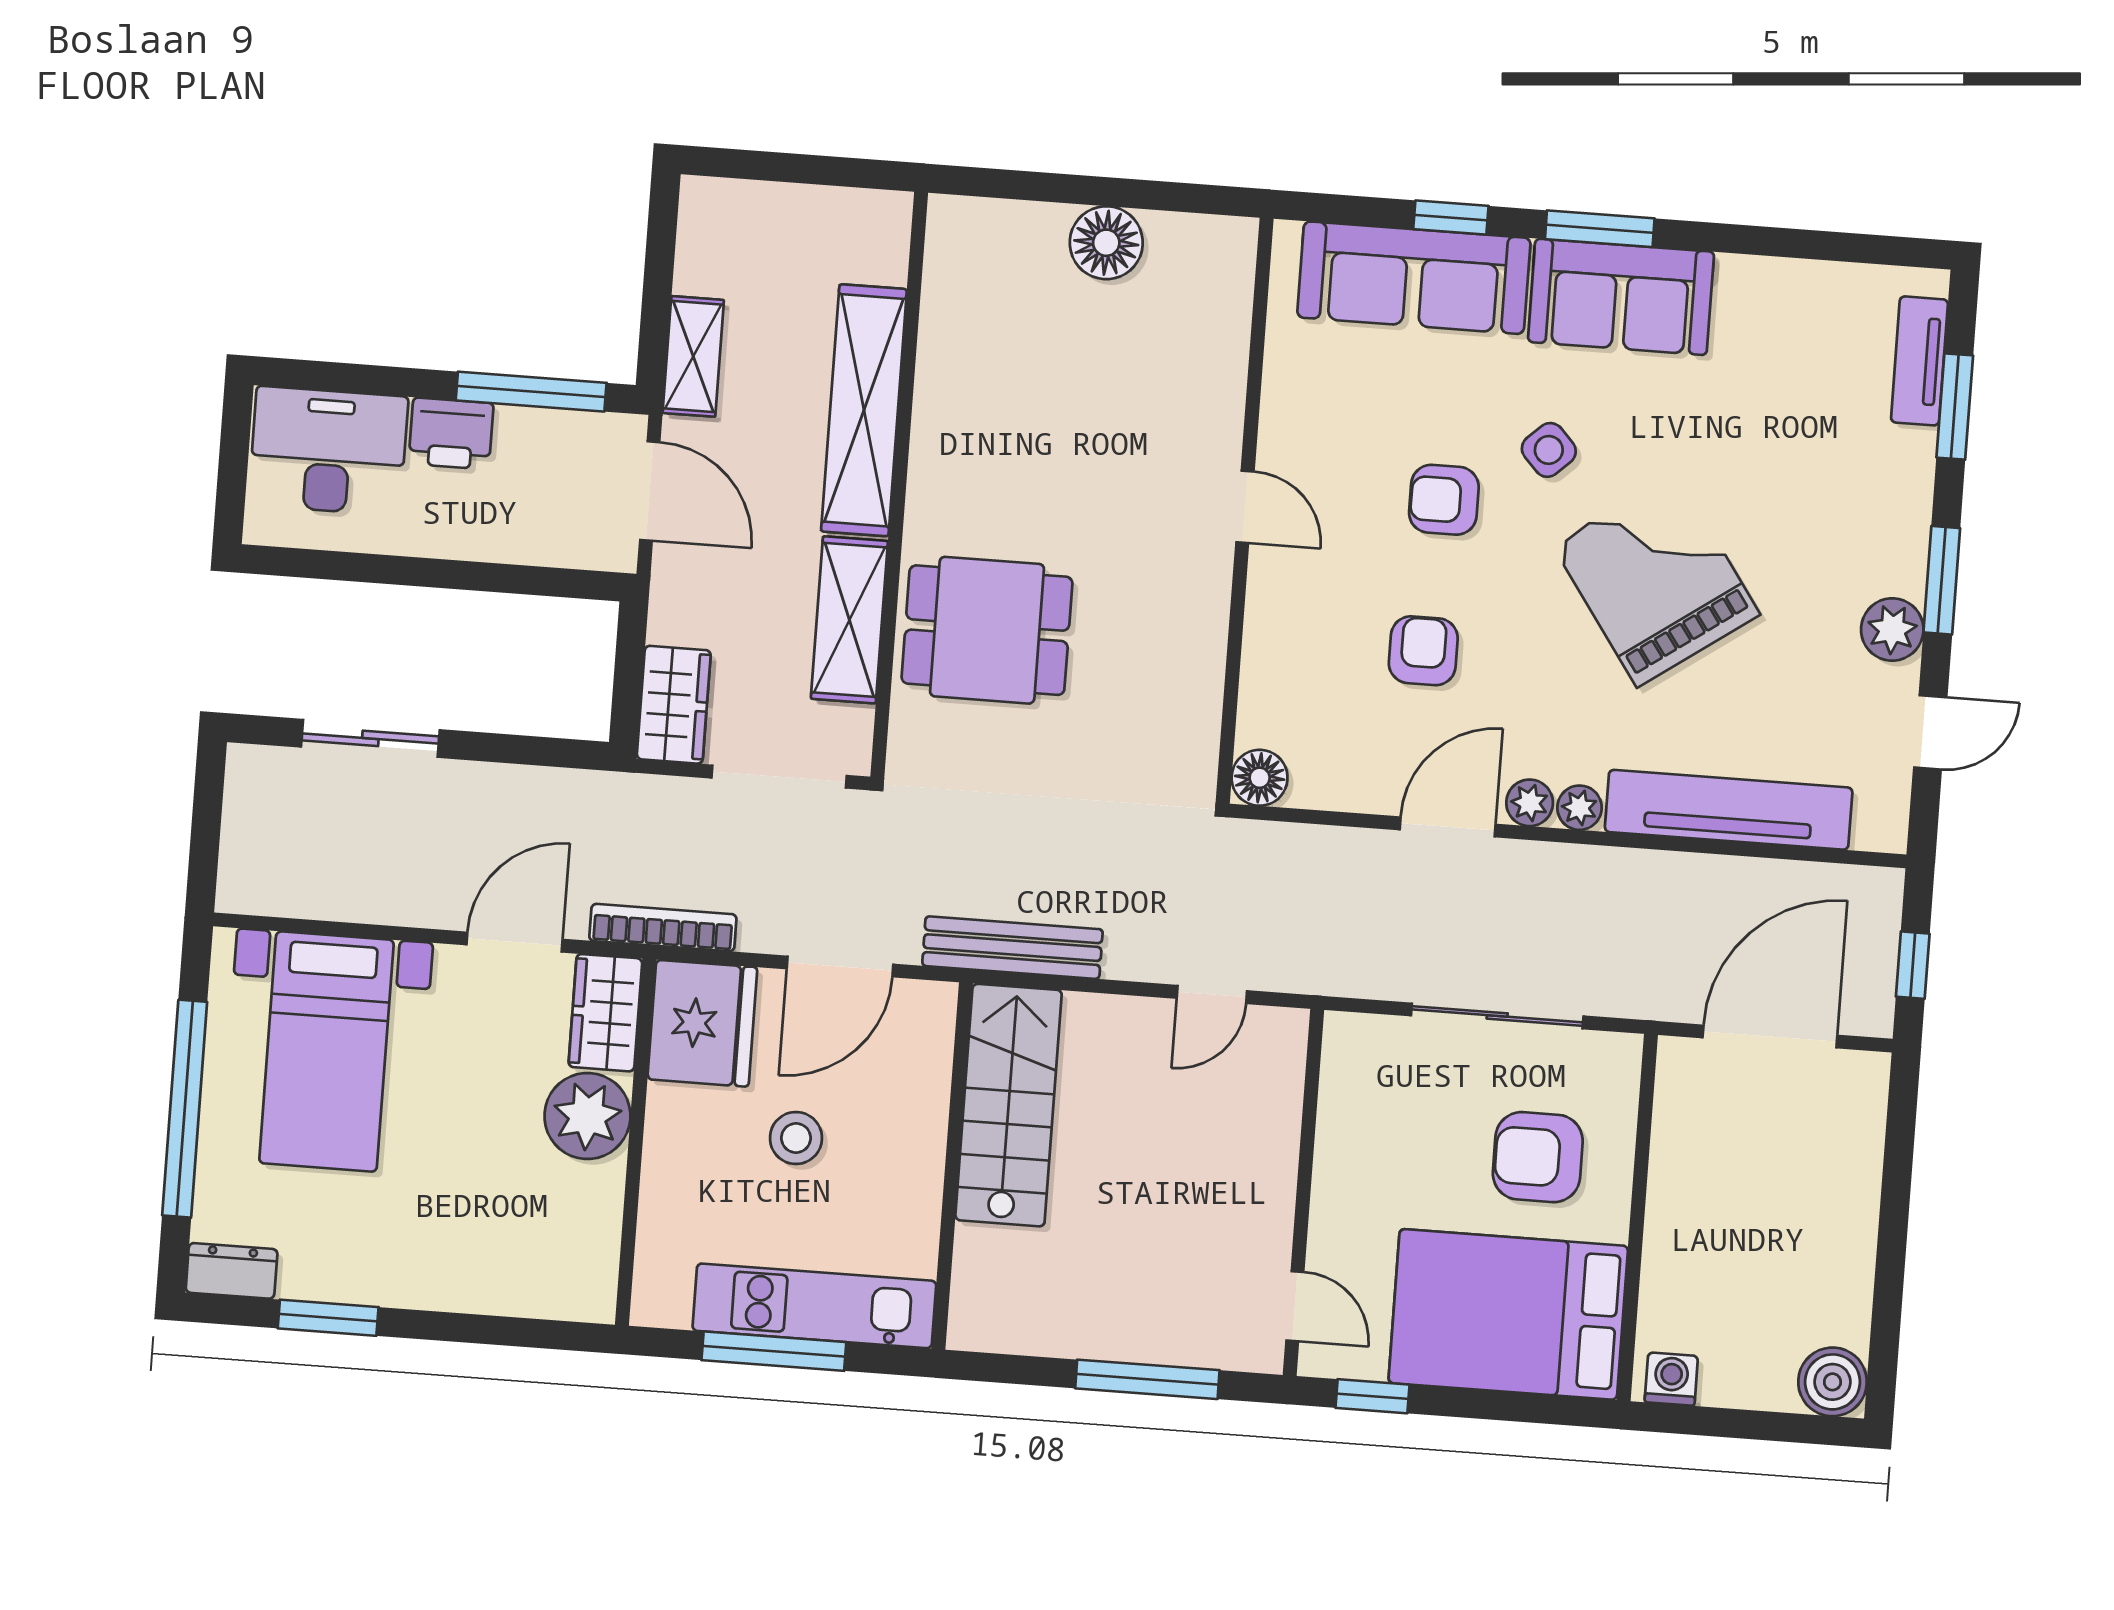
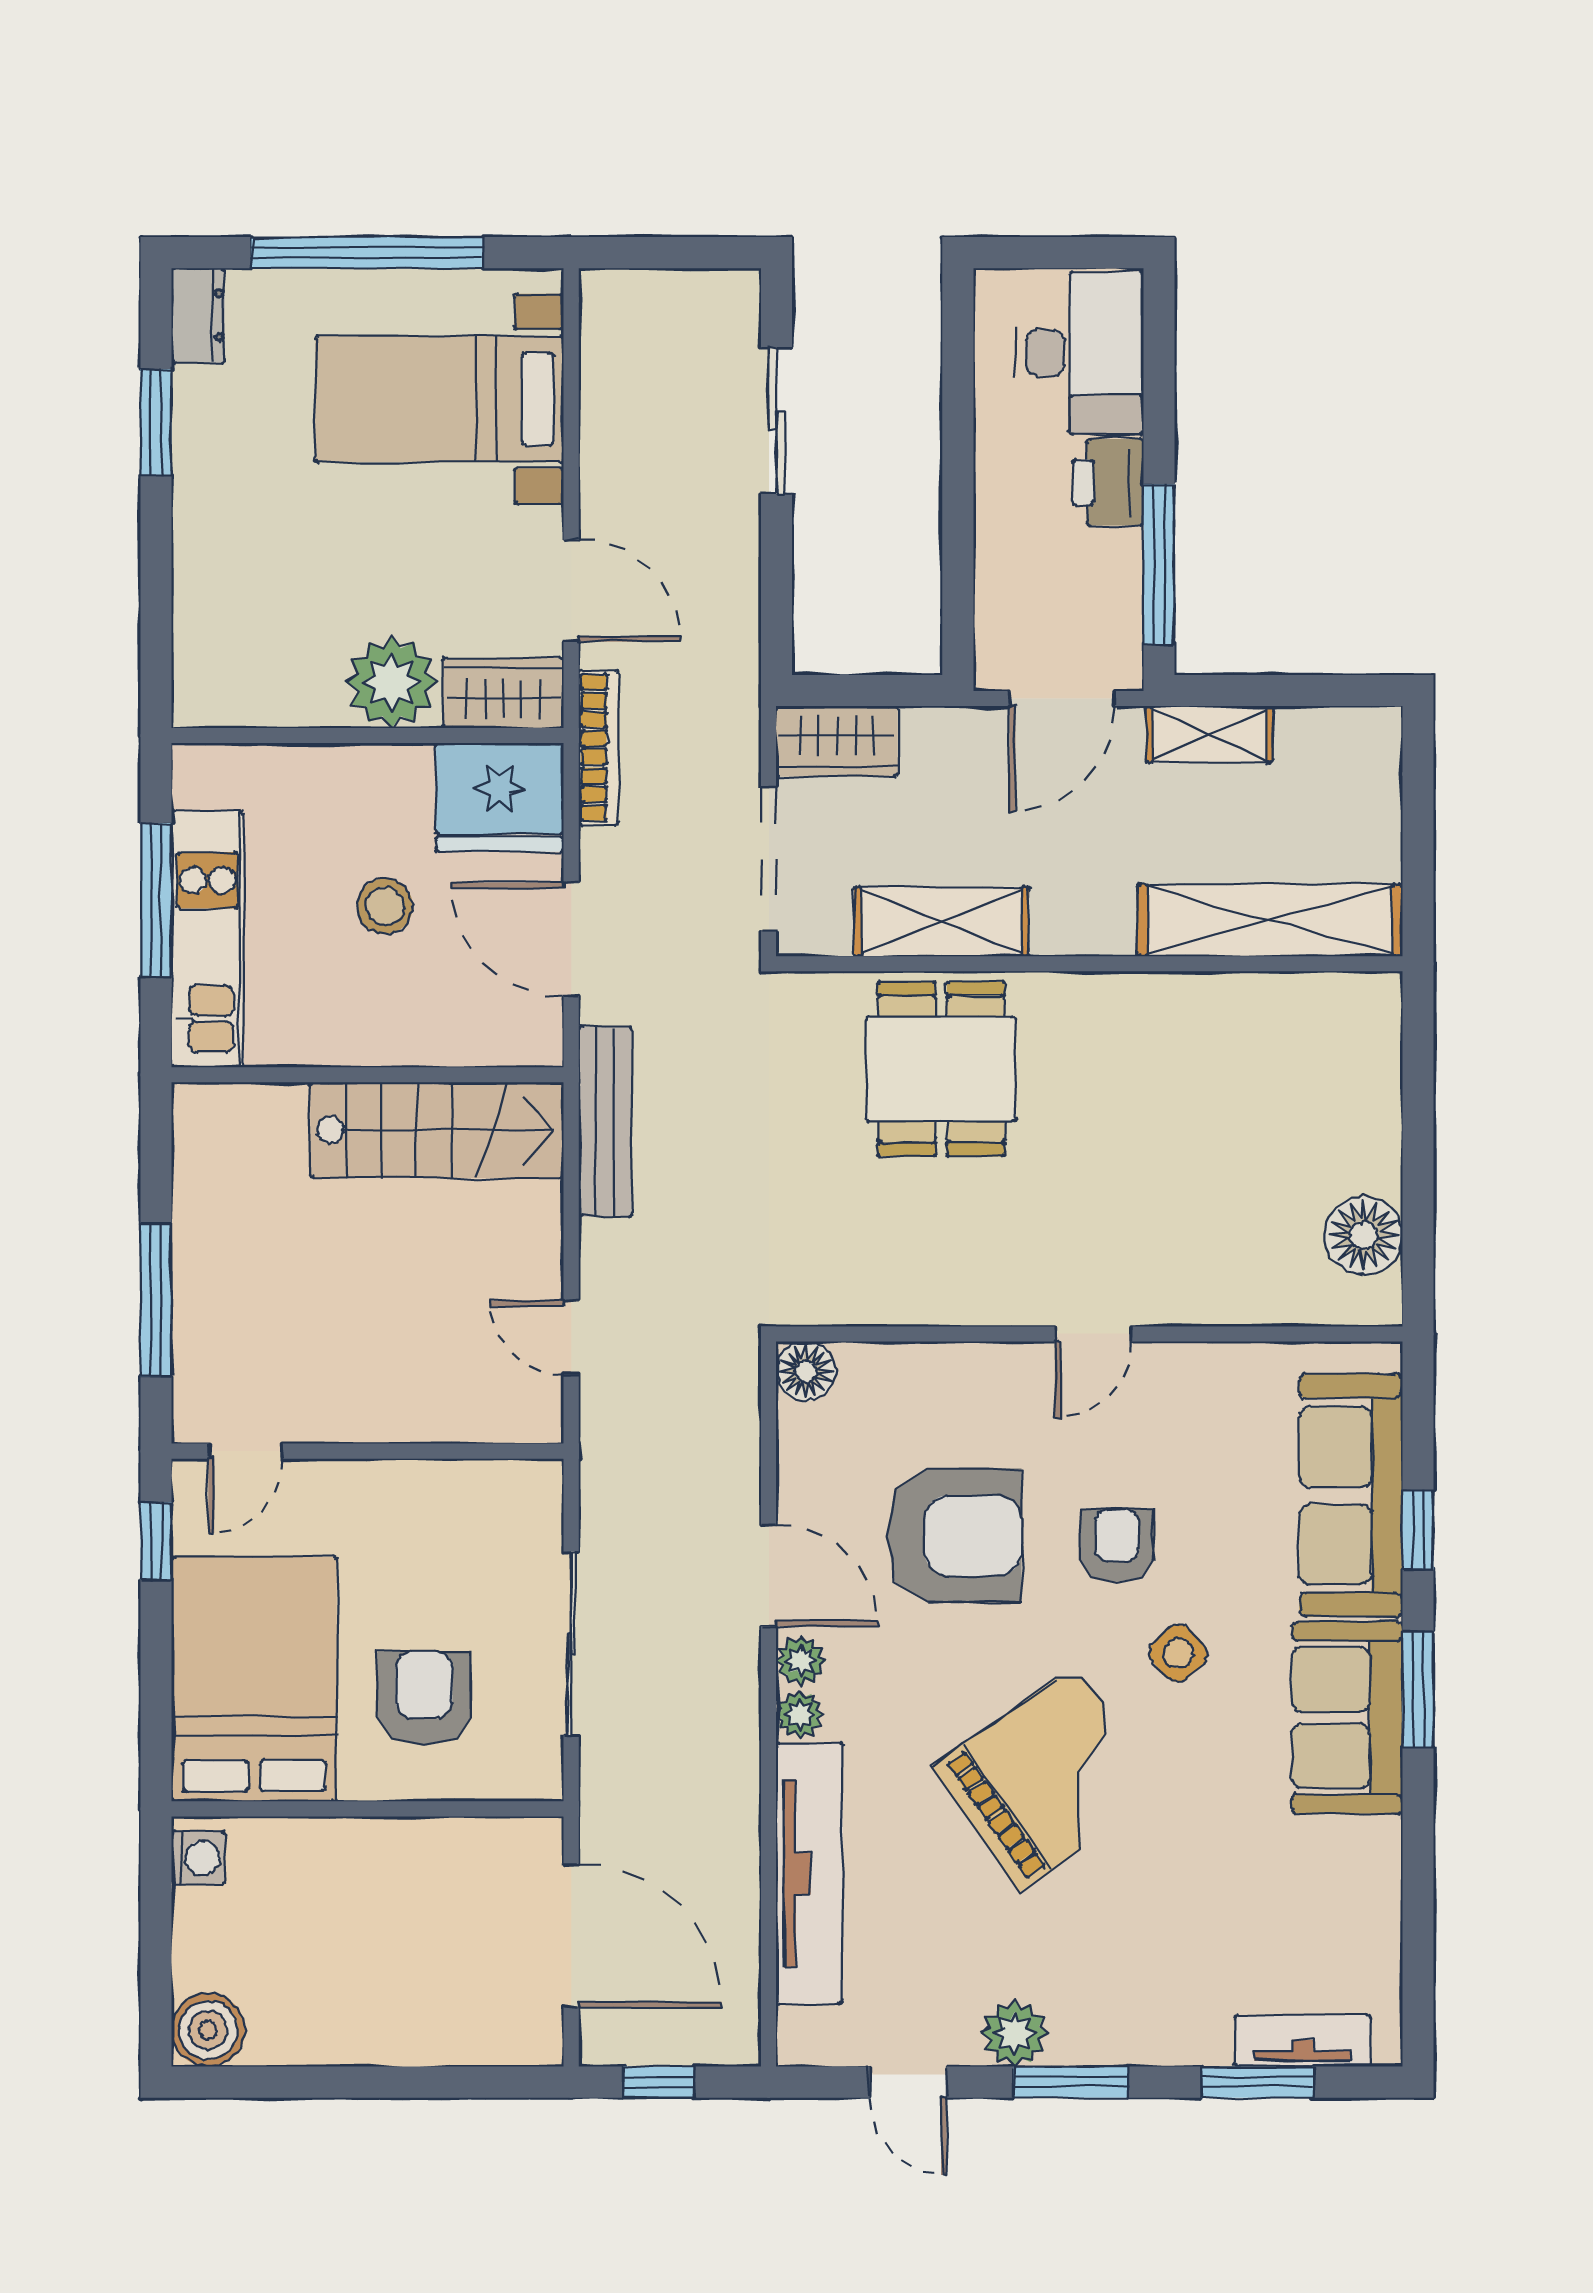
floor lamp: (1106, 243) -> (1364, 1235), moved
shelving: (864, 410) -> (1270, 920), moved
armchair: (1423, 651) -> (954, 1536), width x1.88, depth x1.88

